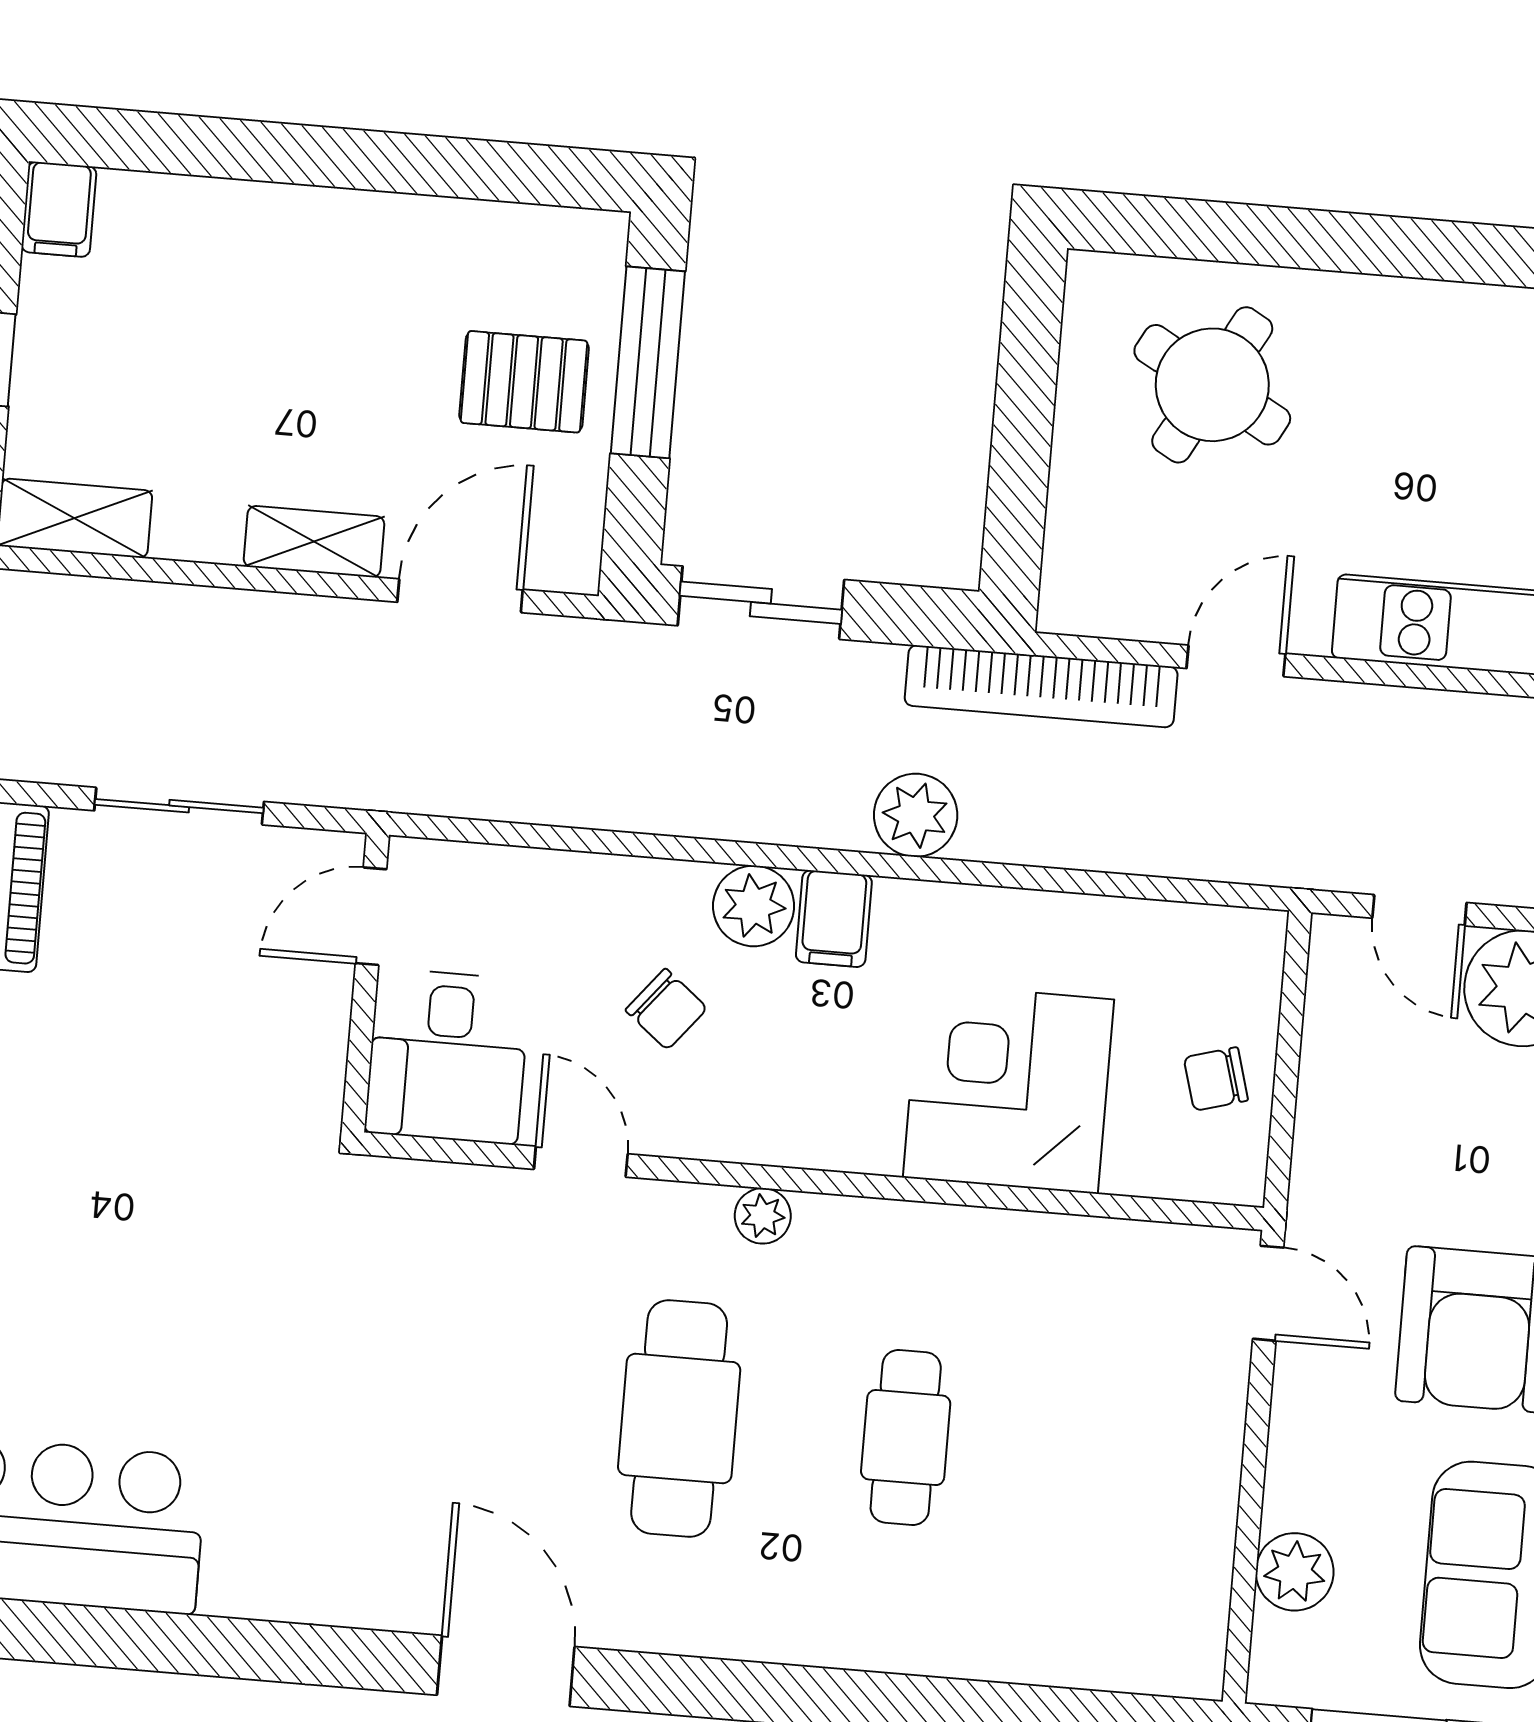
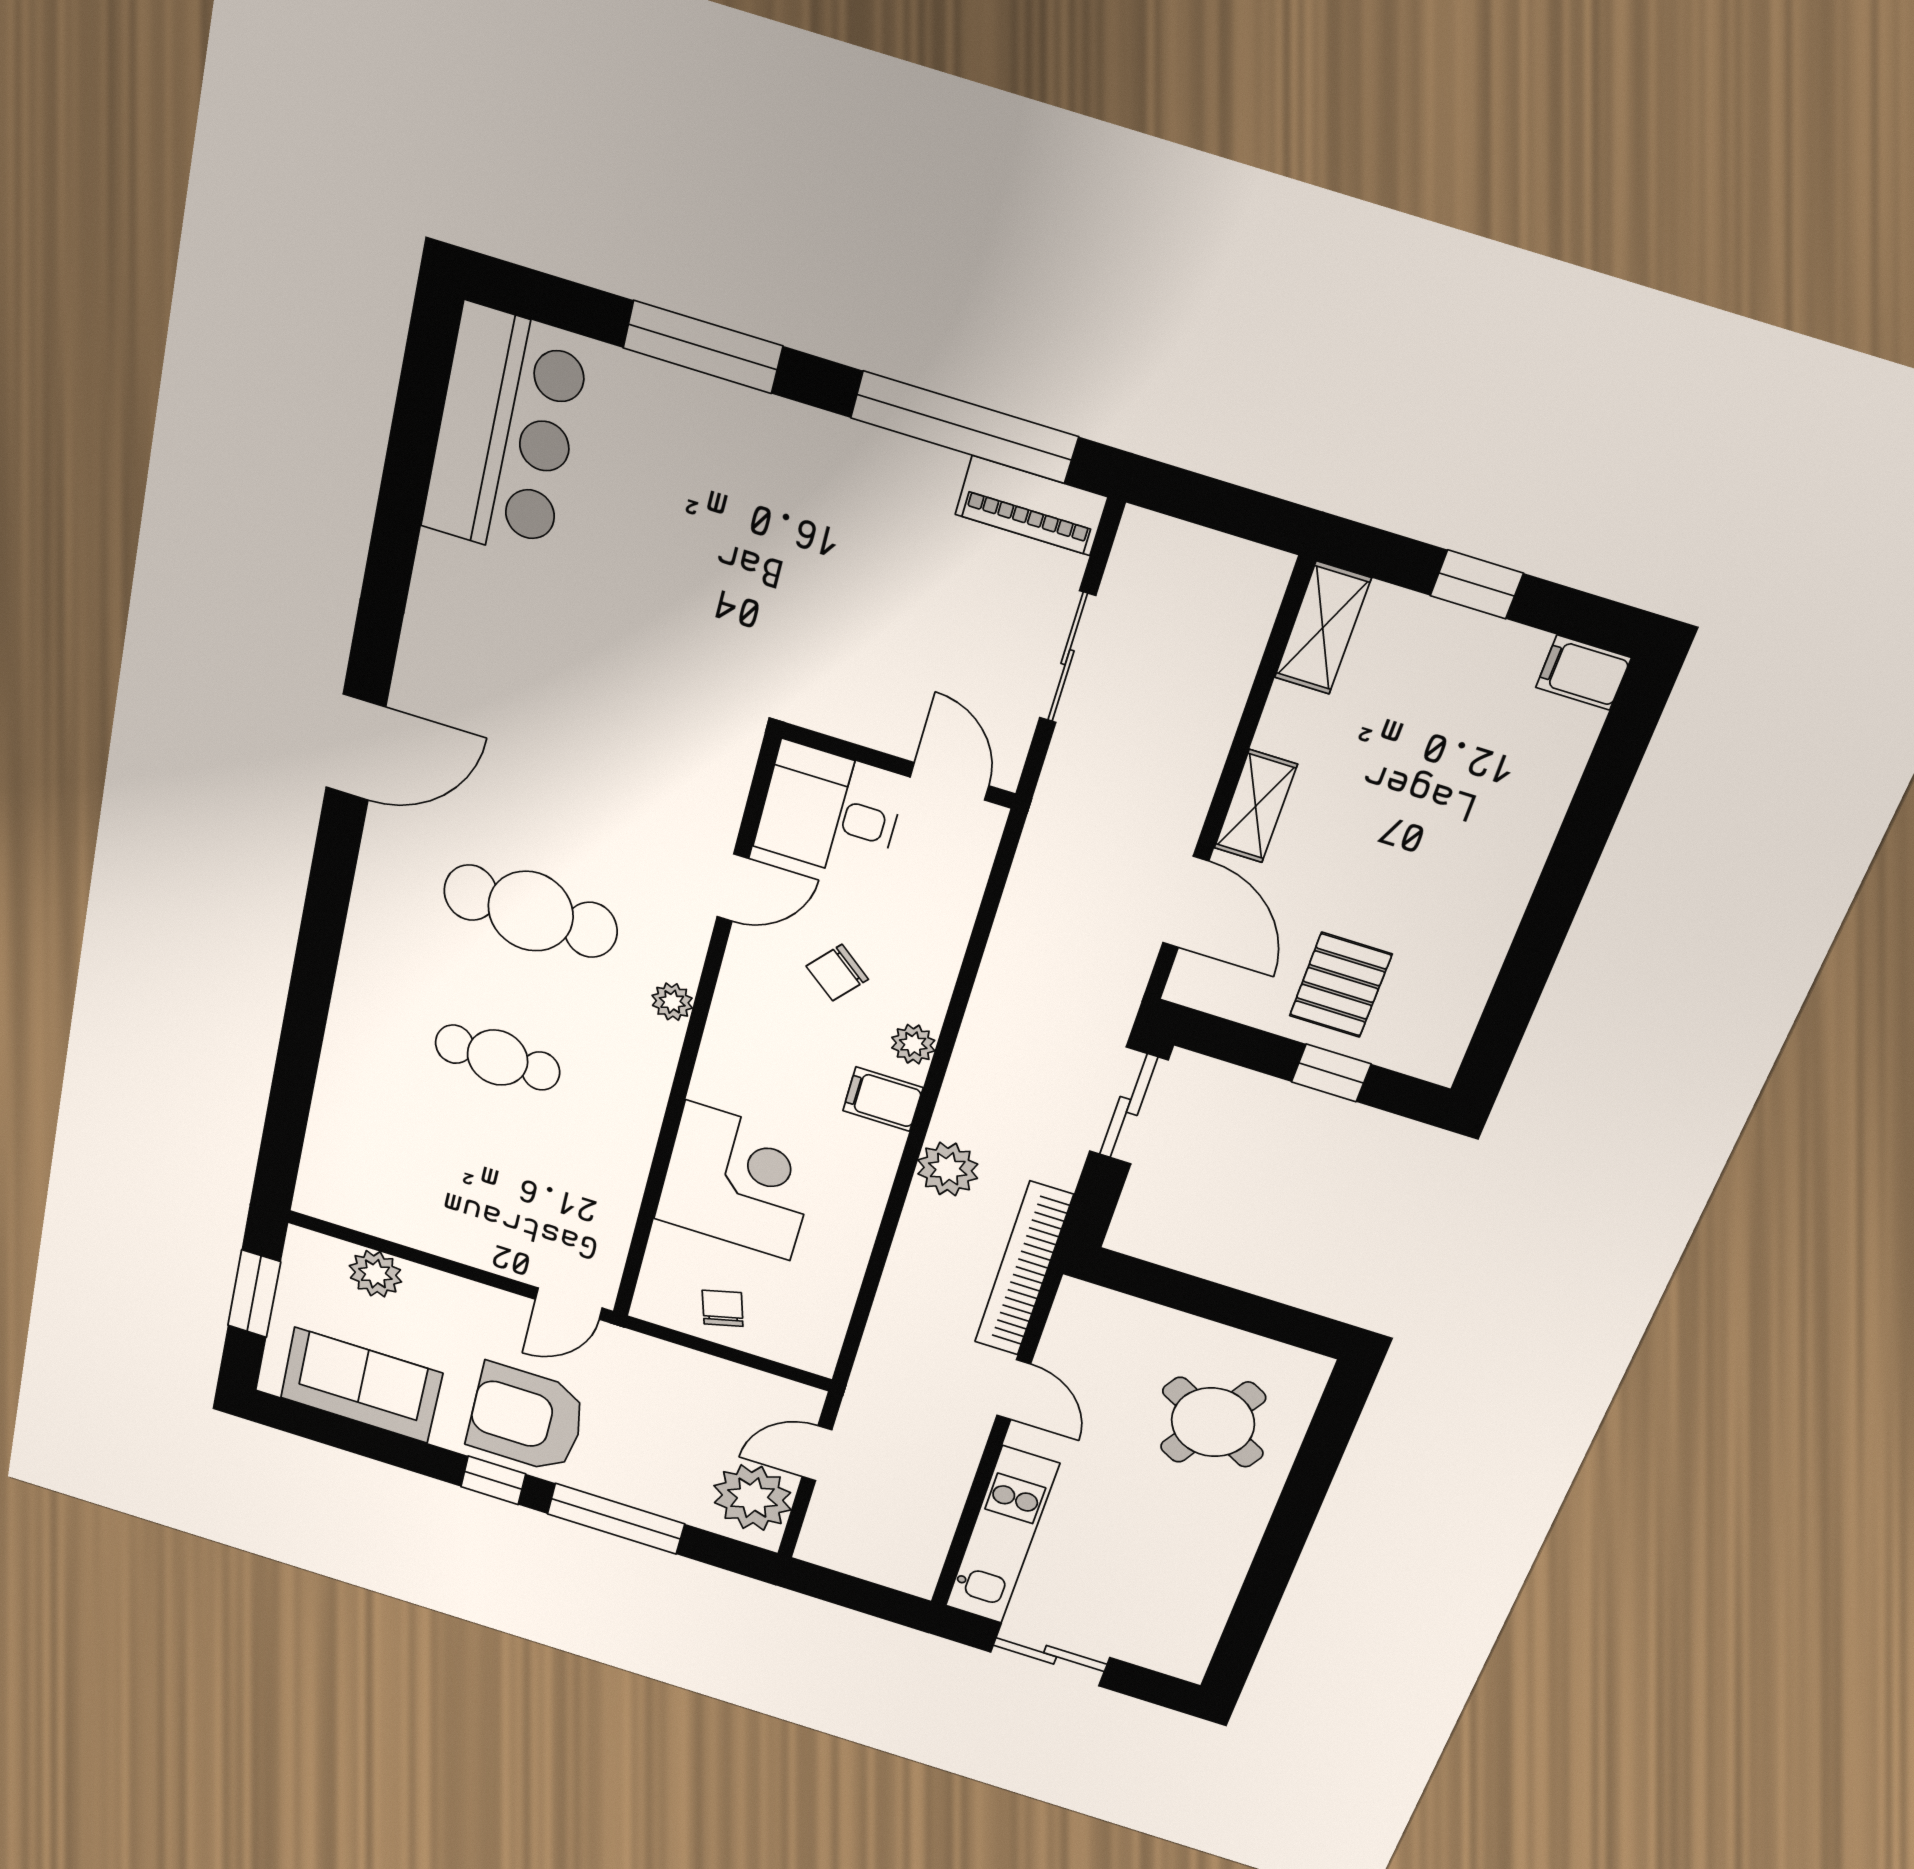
window: (648, 362) -> (1331, 1073), width x0.46
plant: (754, 906) -> (913, 1044), width x0.73, depth x0.73

